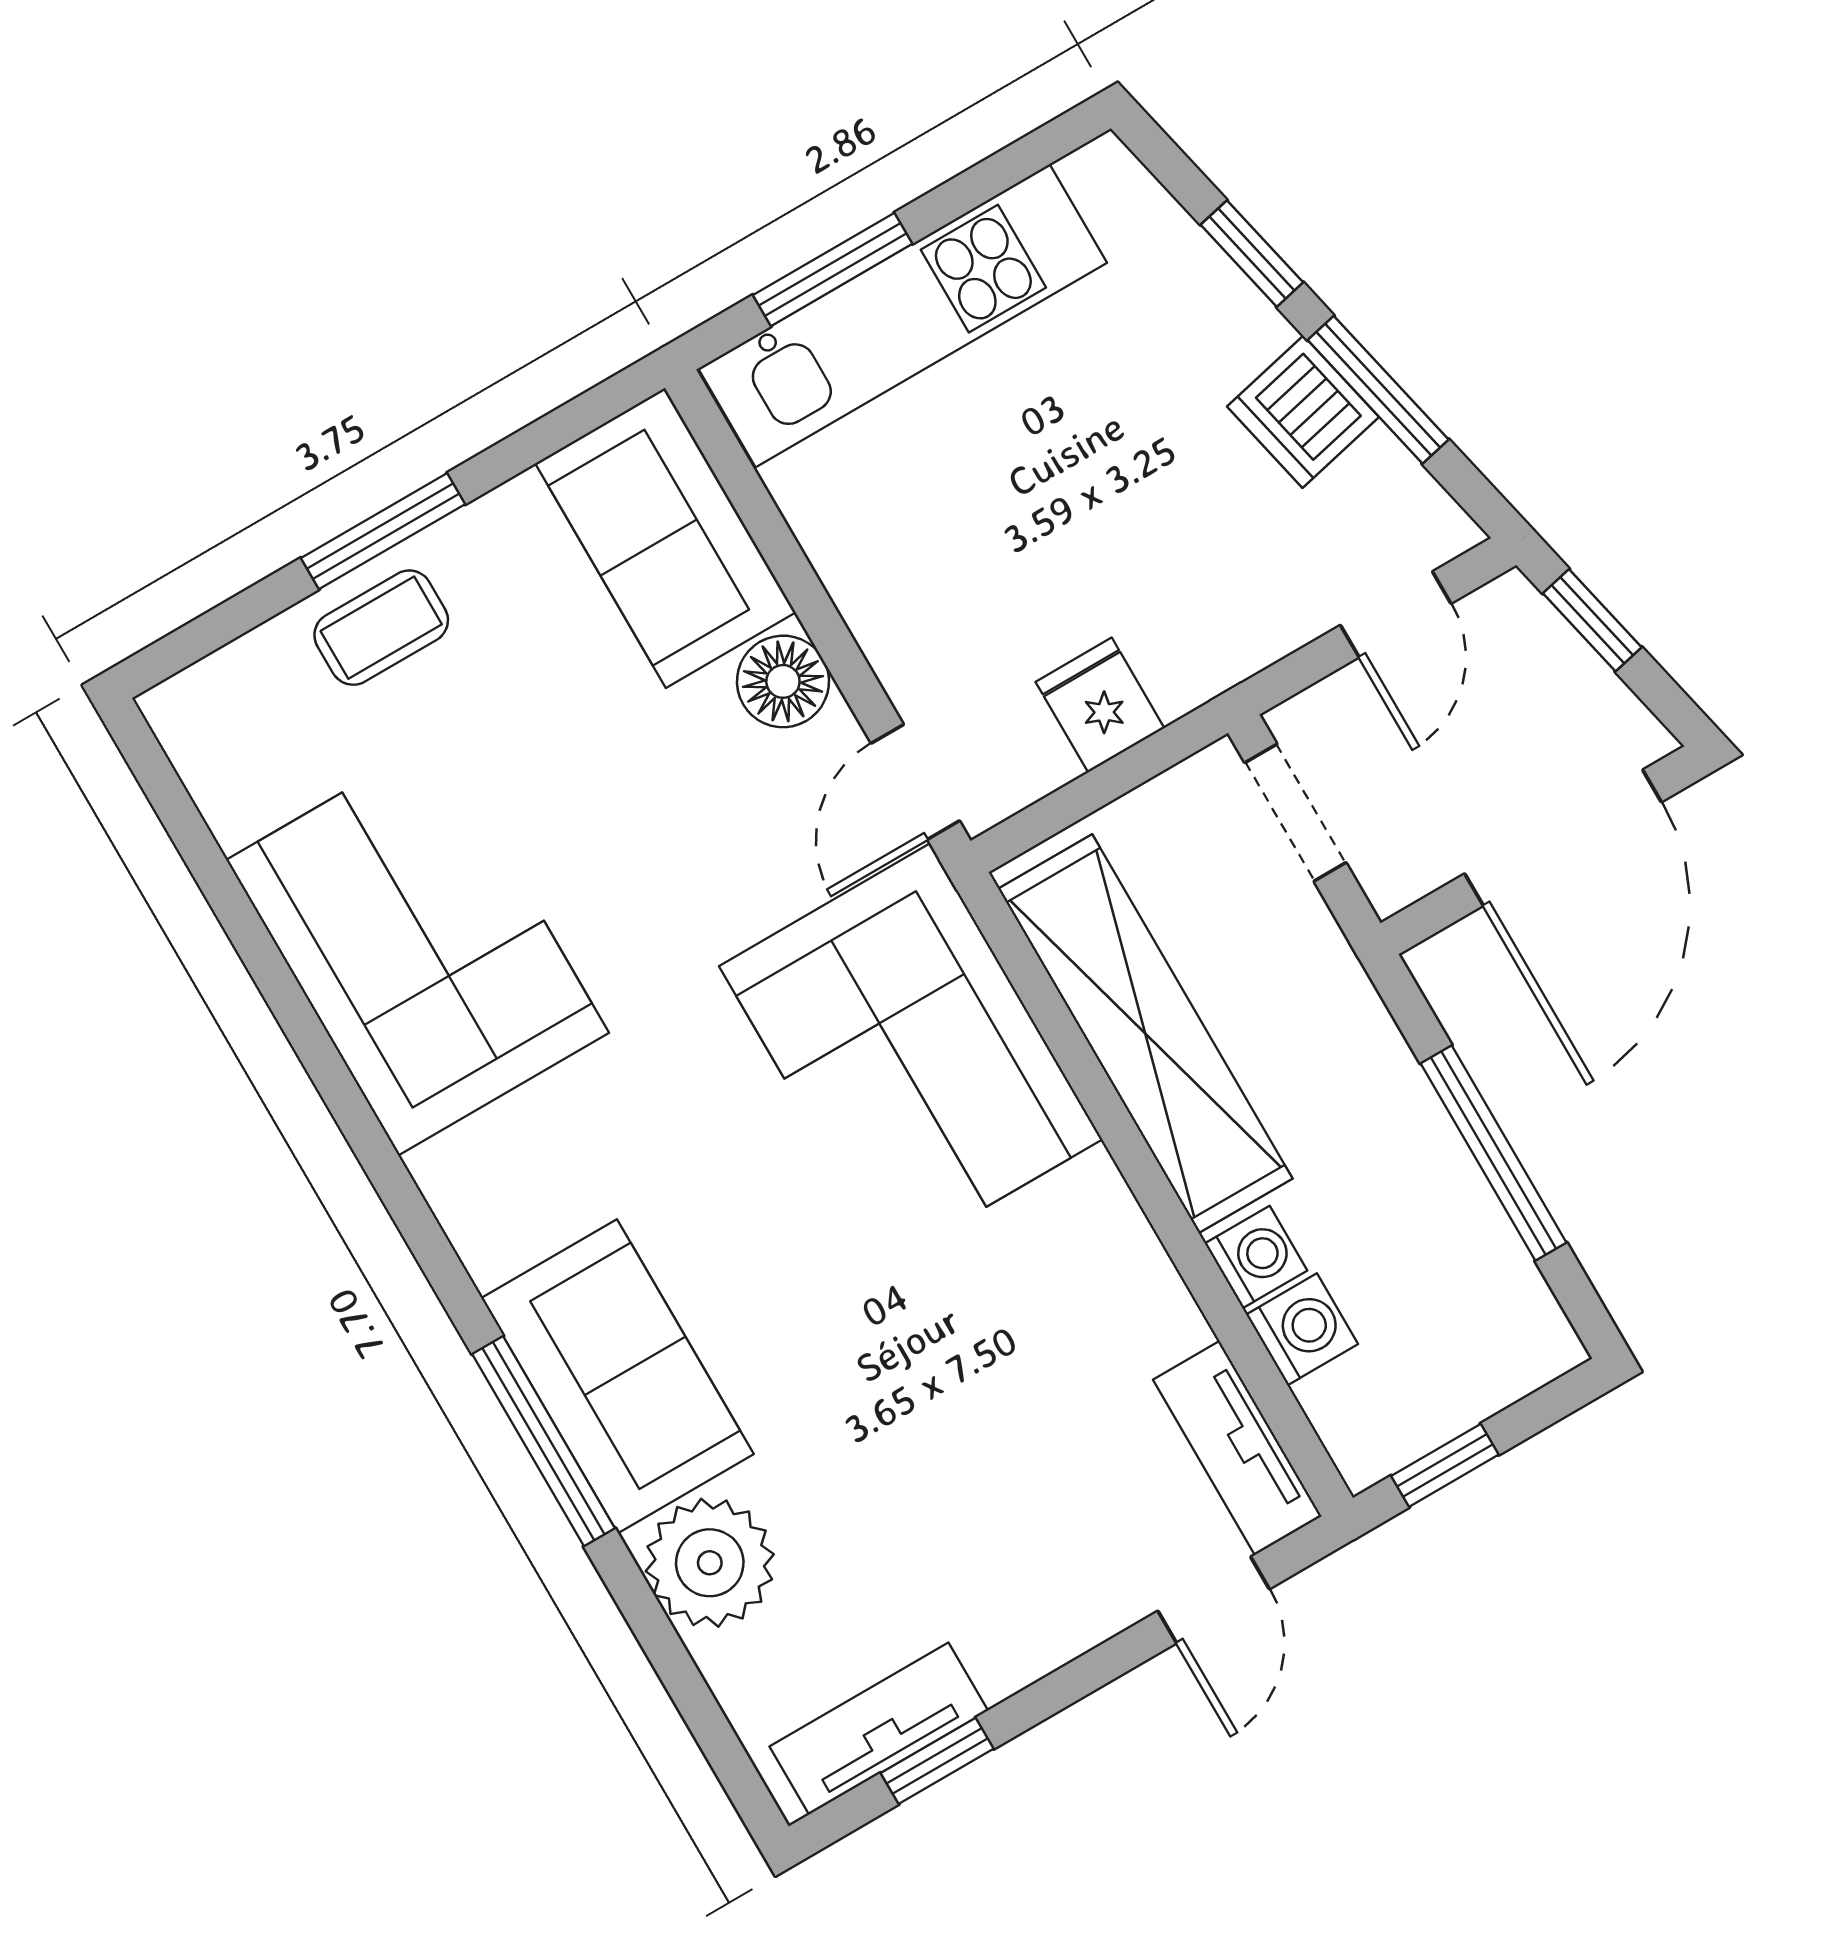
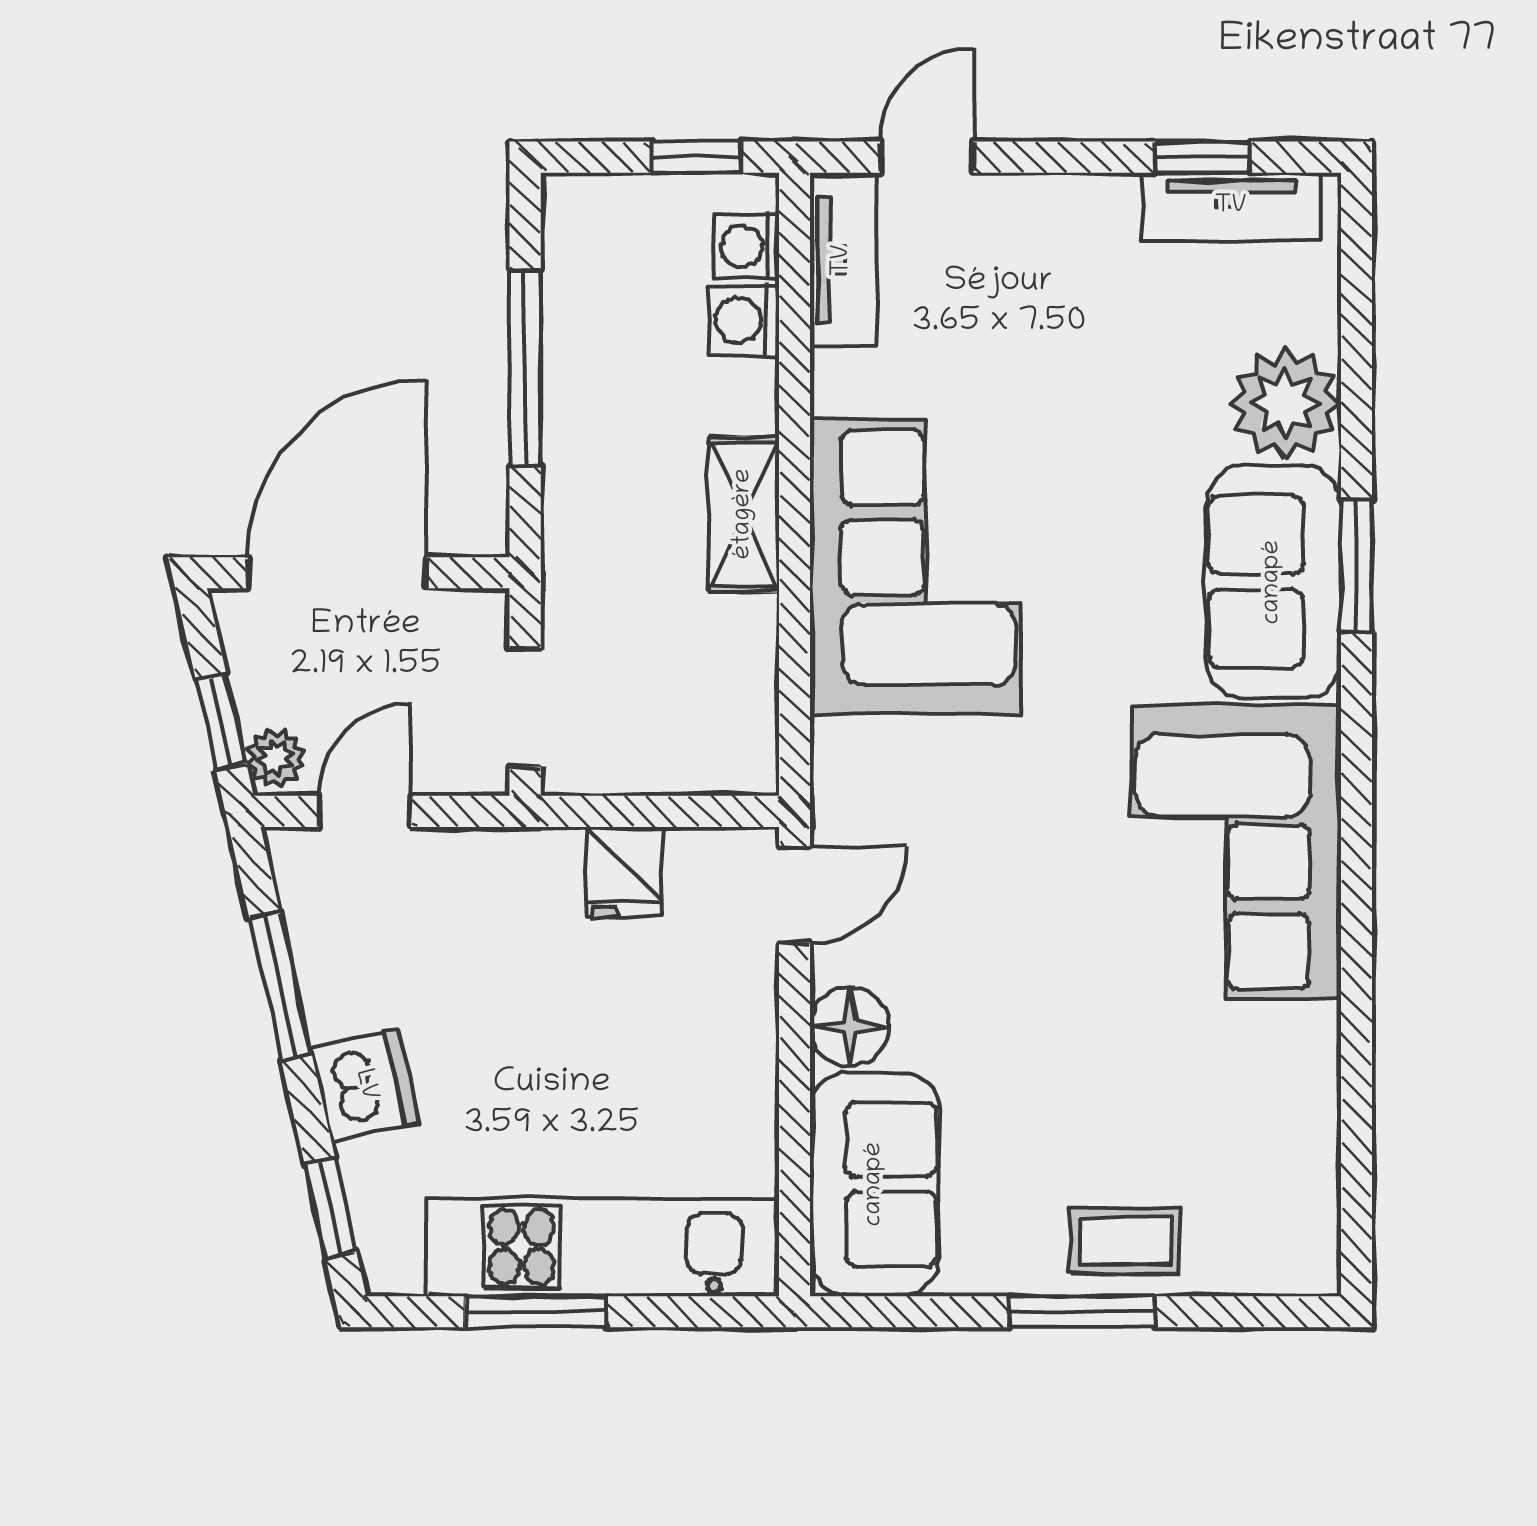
window: (1252, 254) -> (330, 1208), moved
window: (833, 269) -> (535, 1312), moved
dishwasher: (1303, 412) -> (365, 1085), moved
plant: (1517, 616) -> (275, 758), added
corner sofa: (418, 946) -> (1236, 852), moved
shelving: (1145, 1034) -> (744, 514), width x0.45, depth x0.75
corner sofa: (911, 1053) -> (915, 567), moved
washing machine: (1256, 1257) -> (747, 246), moved
window: (543, 1441) -> (1356, 565), width x0.69

